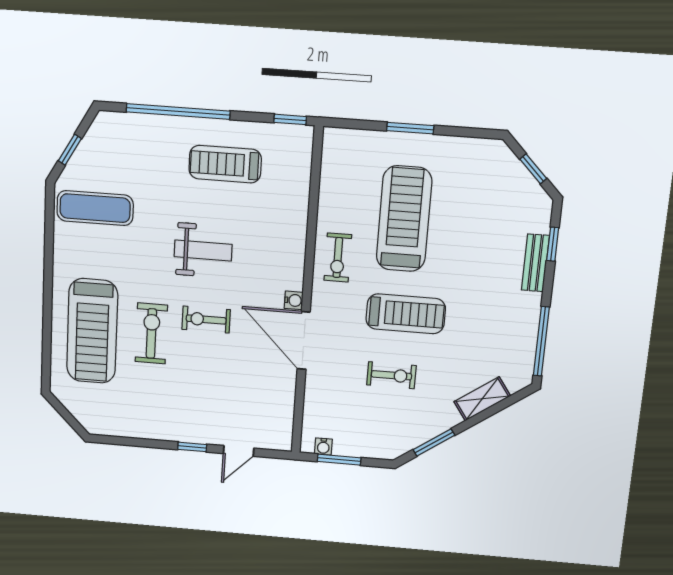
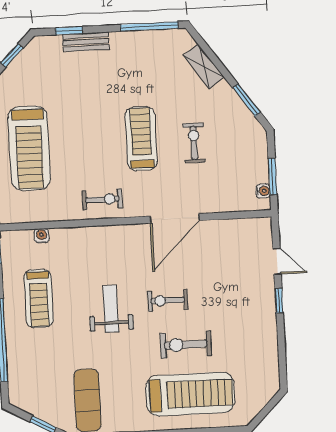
treadmill: (404, 219) -> (29, 148), moved, turned -90
water cooler: (294, 300) -> (41, 236), moved
exercise bike: (206, 320) -> (168, 300), turned 90

